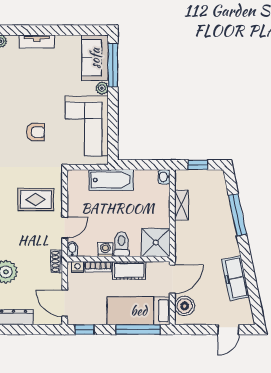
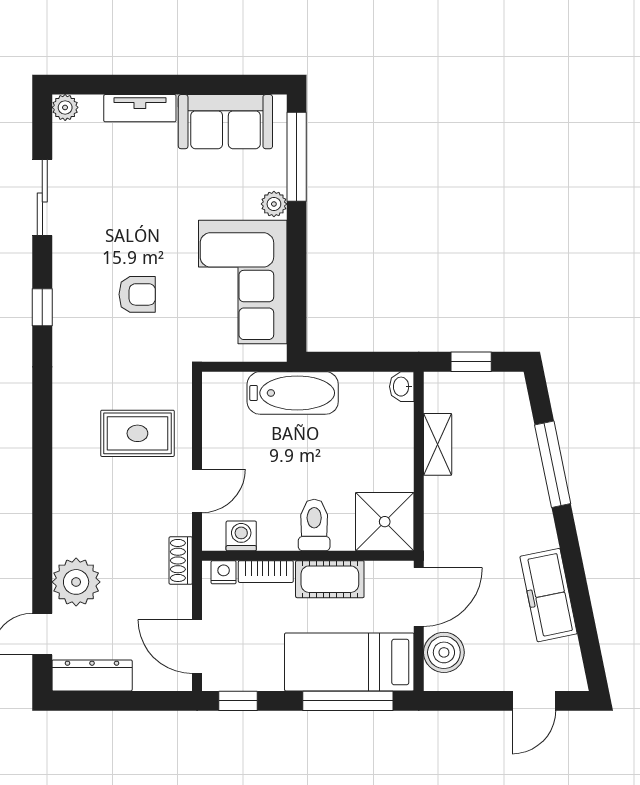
sofa: (95, 58) -> (225, 122), moved, turned -90
bidet: (72, 249) -> (213, 535), removed
washing machine: (105, 249) -> (241, 536), moved

